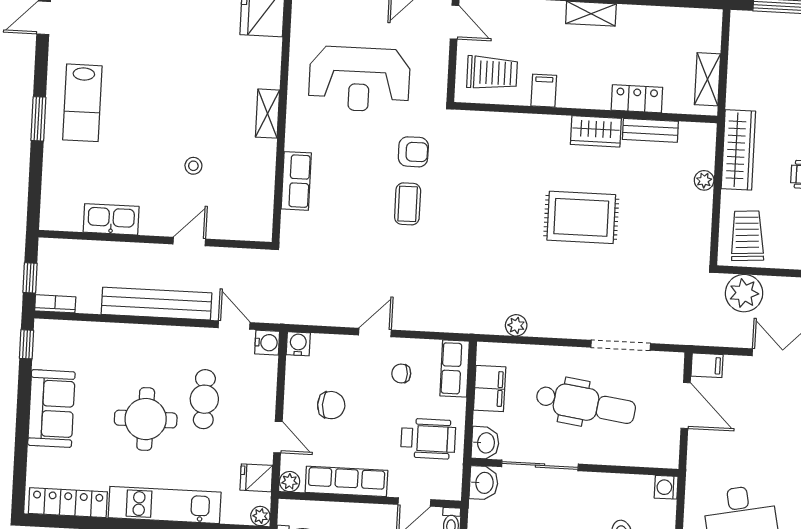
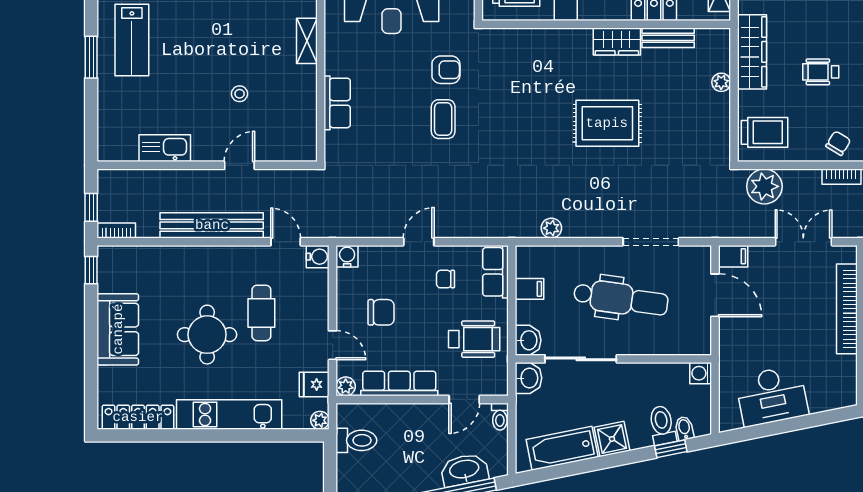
trolley: (747, 236) -> (765, 132), turned 94
filing cabinet: (490, 389) -> (530, 289), width x0.50

